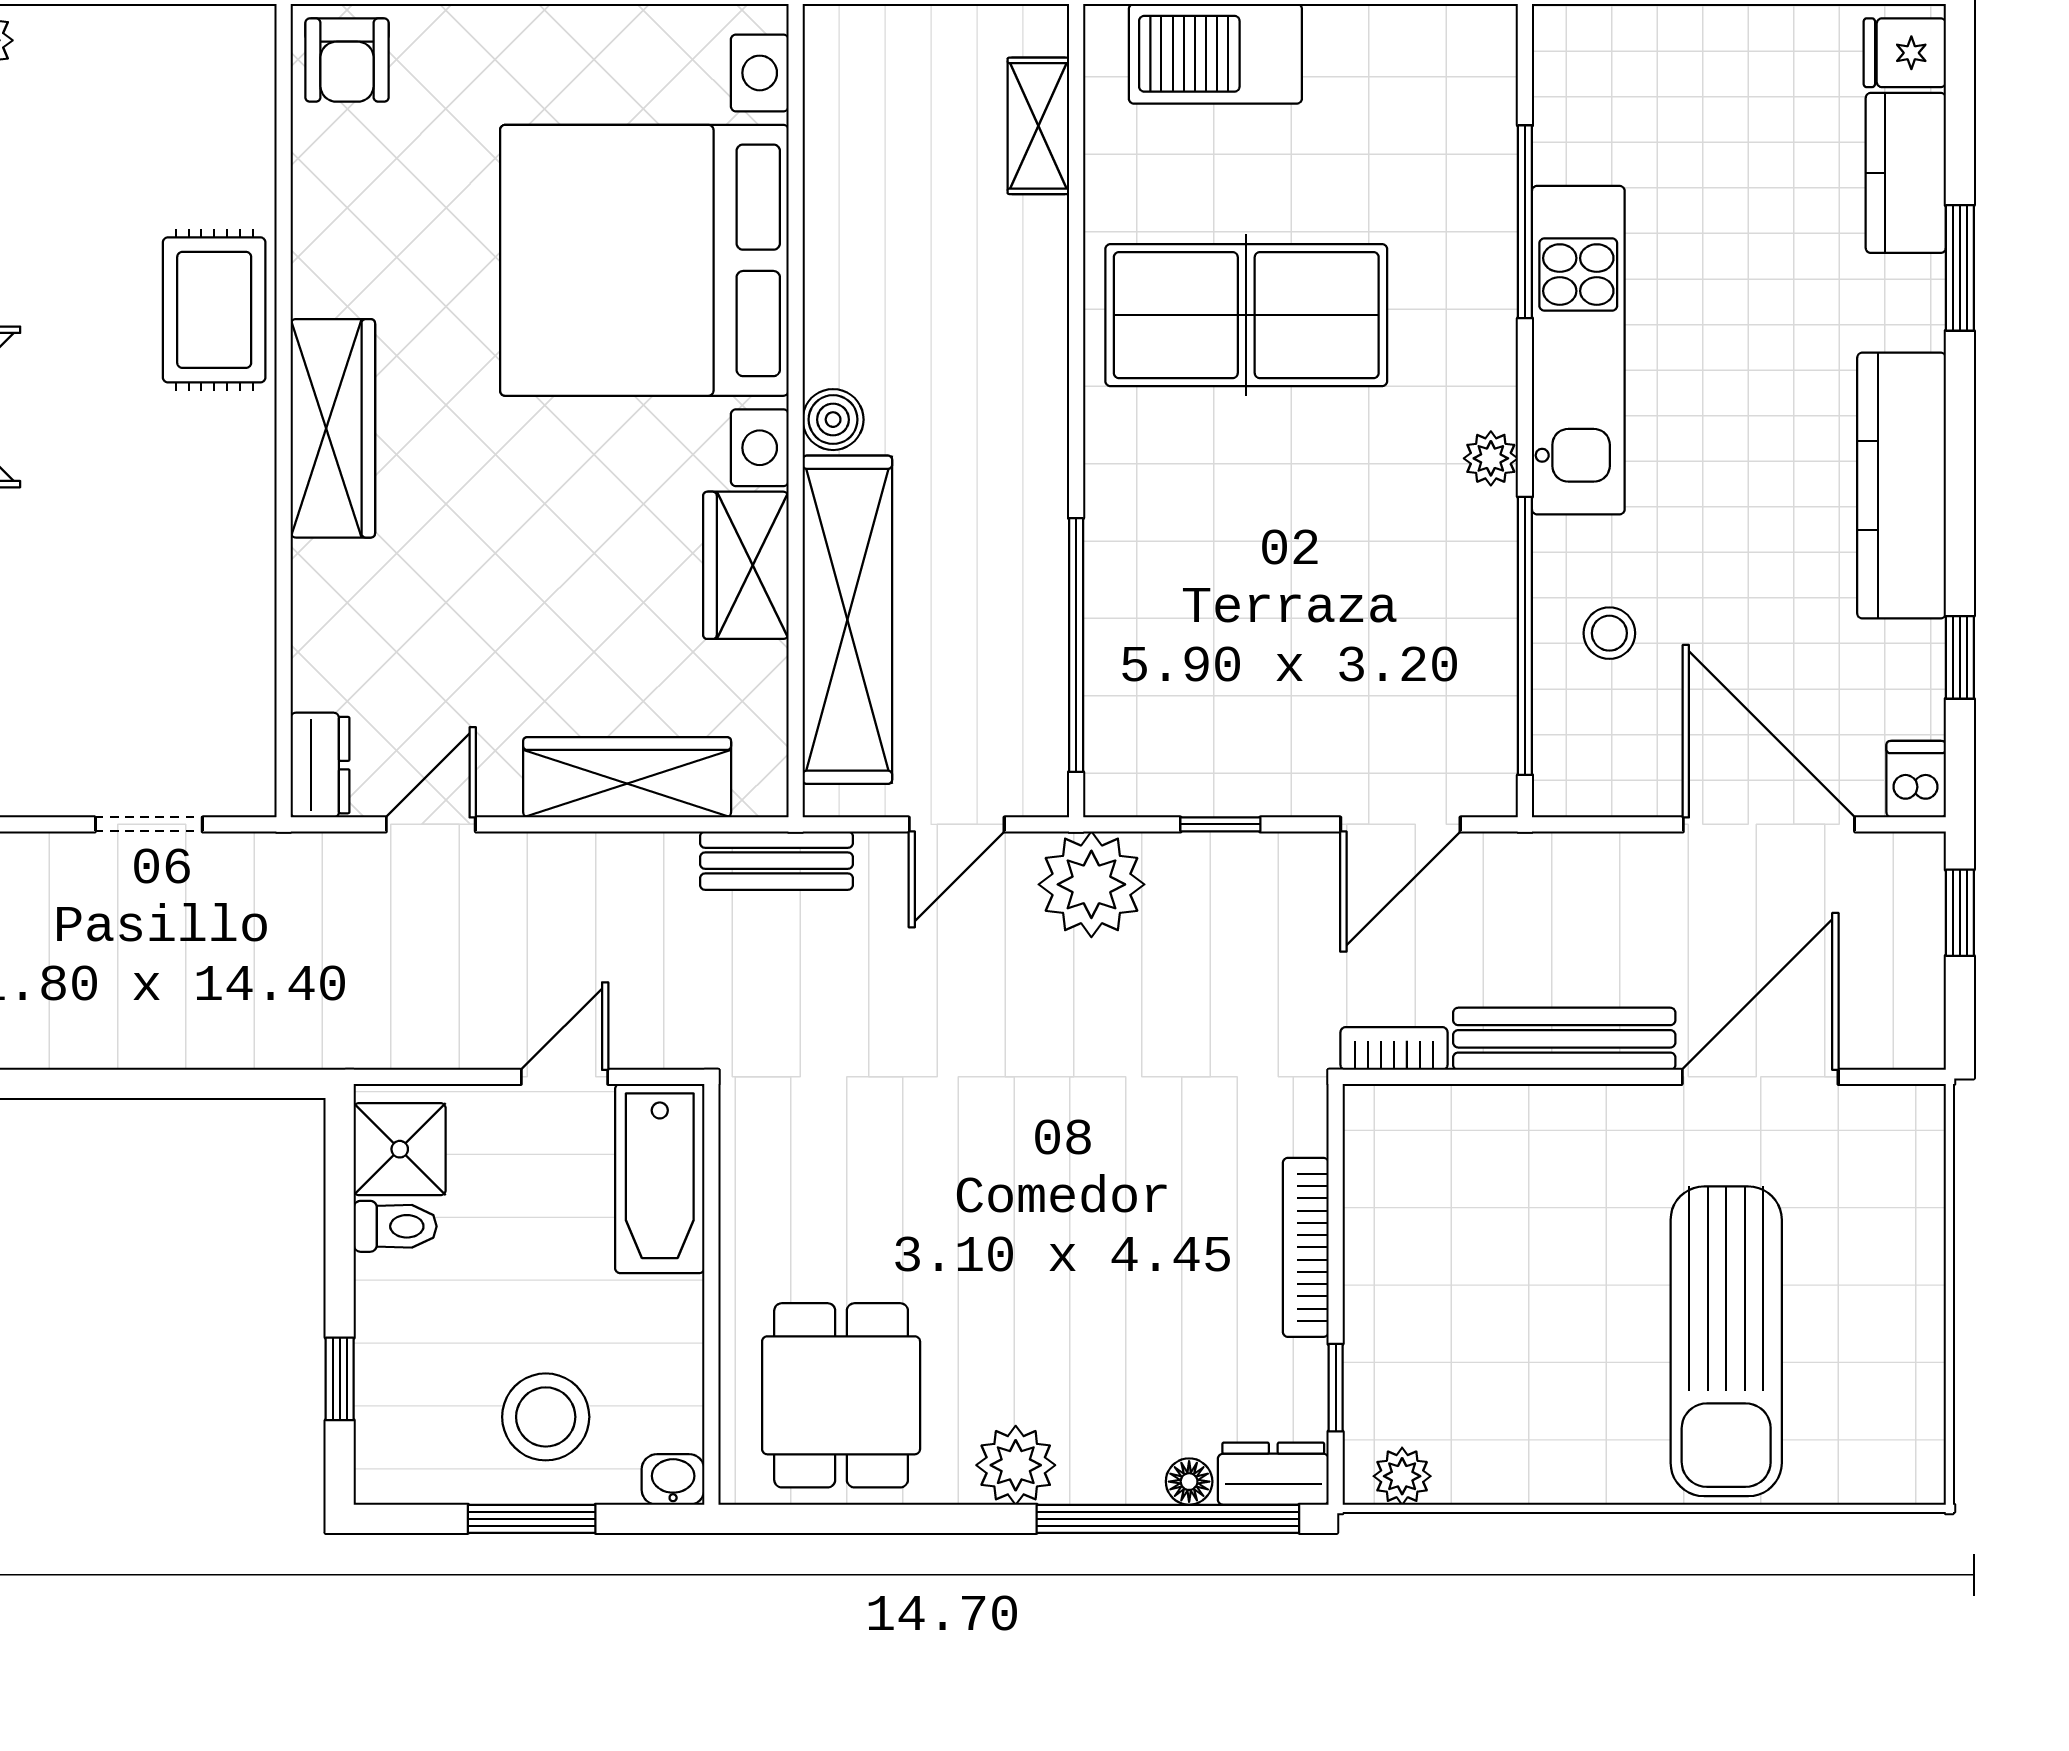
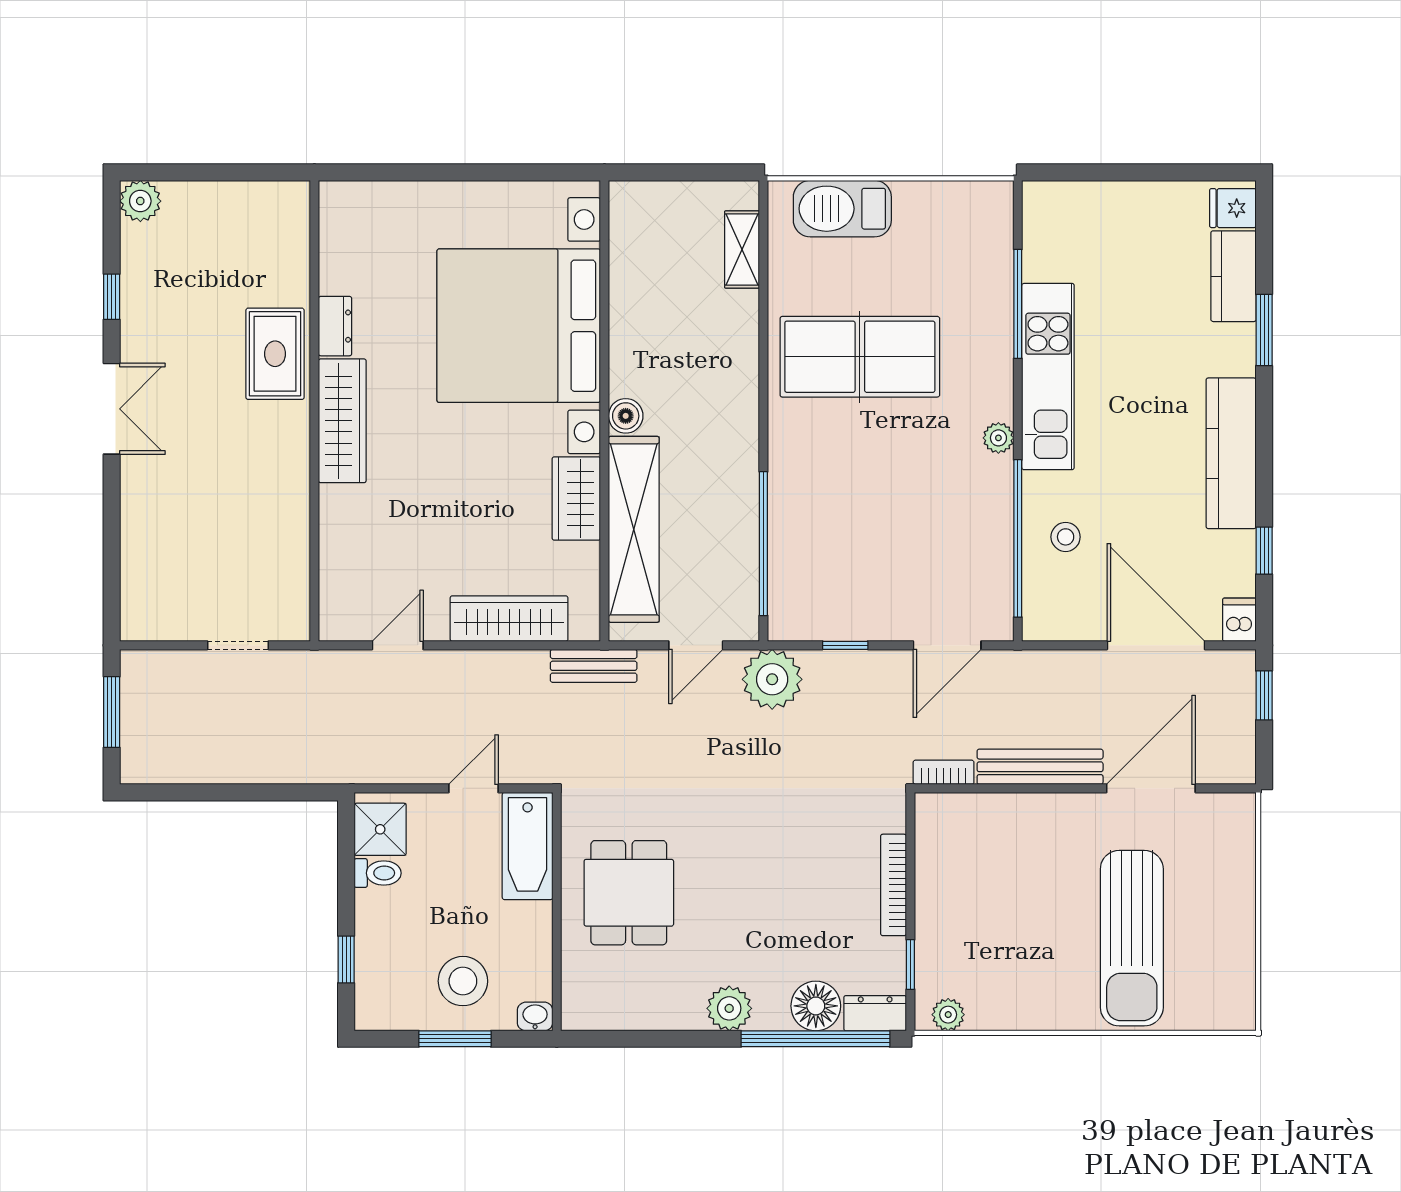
armchair: (347, 60) -> (350, 212), removed
dresser: (320, 765) -> (335, 326), moved
dining table: (841, 1395) -> (629, 893), moved
floor lamp: (1189, 1482) -> (816, 1006), width x1.89, depth x1.89

